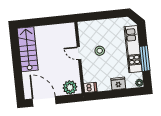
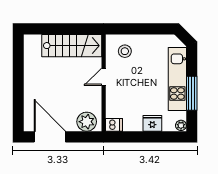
stairs: (28, 49) -> (72, 46), moved, turned 90
stool: (100, 51) -> (125, 51), moved
door: (79, 53) -> (104, 77), hinge flipped

